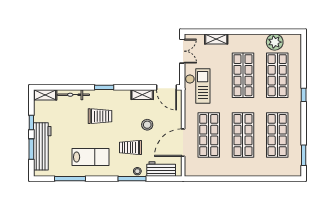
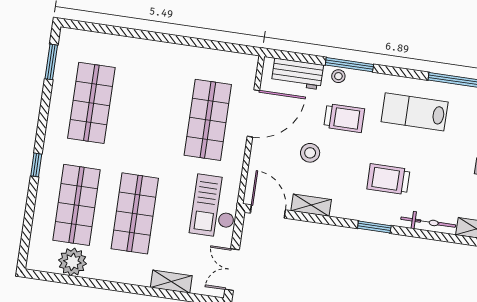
shop shelf: (243, 135) -> (150, 111), removed

